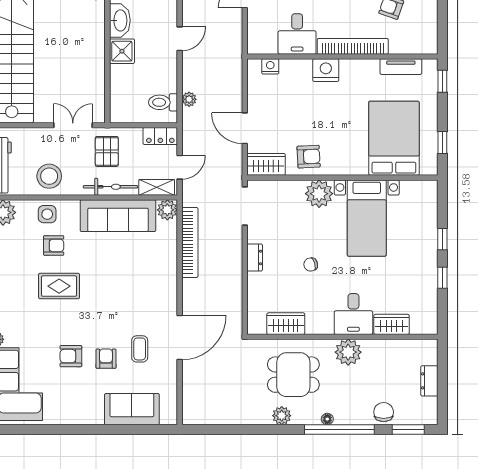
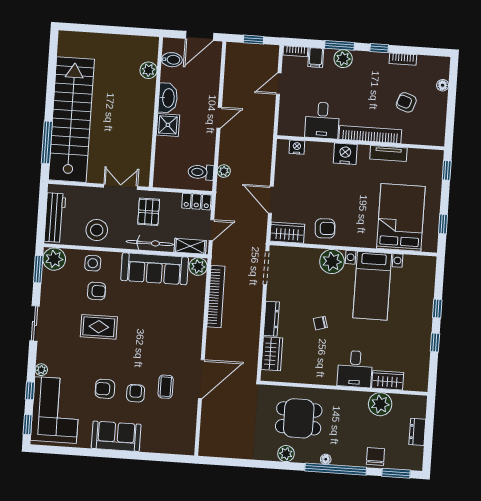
tv unit: (401, 67) -> (388, 154), moved
dresser: (255, 257) -> (271, 319), width x1.44
wardrobe: (286, 324) -> (272, 354), moved, turned 90
plant: (348, 352) -> (380, 404), moved
sofa: (132, 409) -> (116, 436), moved

